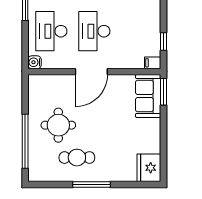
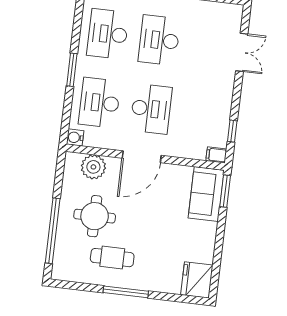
desk: (94, 31) -> (151, 109), turned 180
plant: (53, 85) -> (93, 167), added

